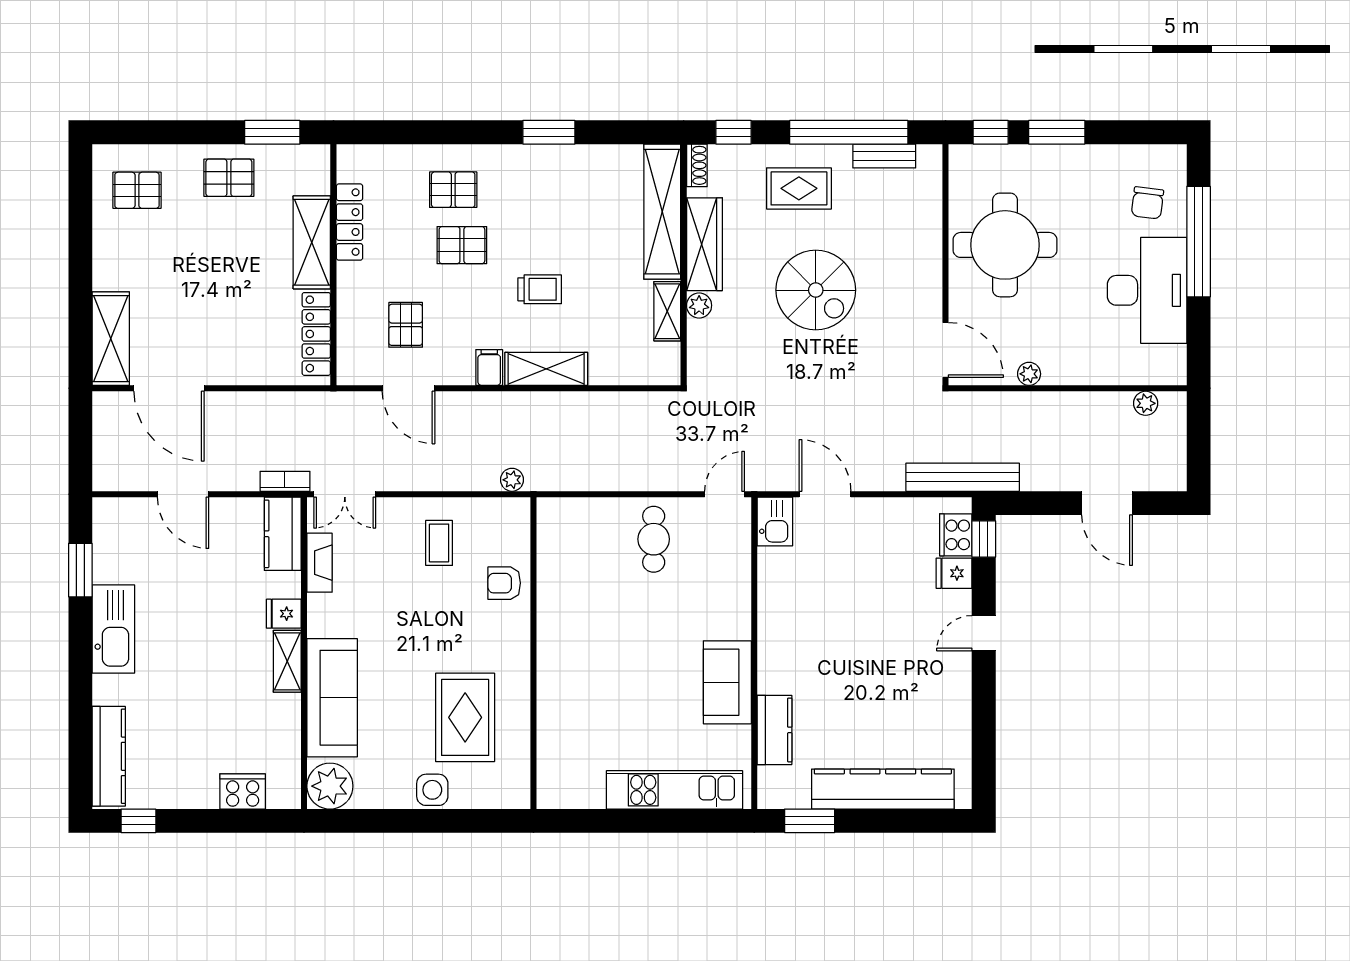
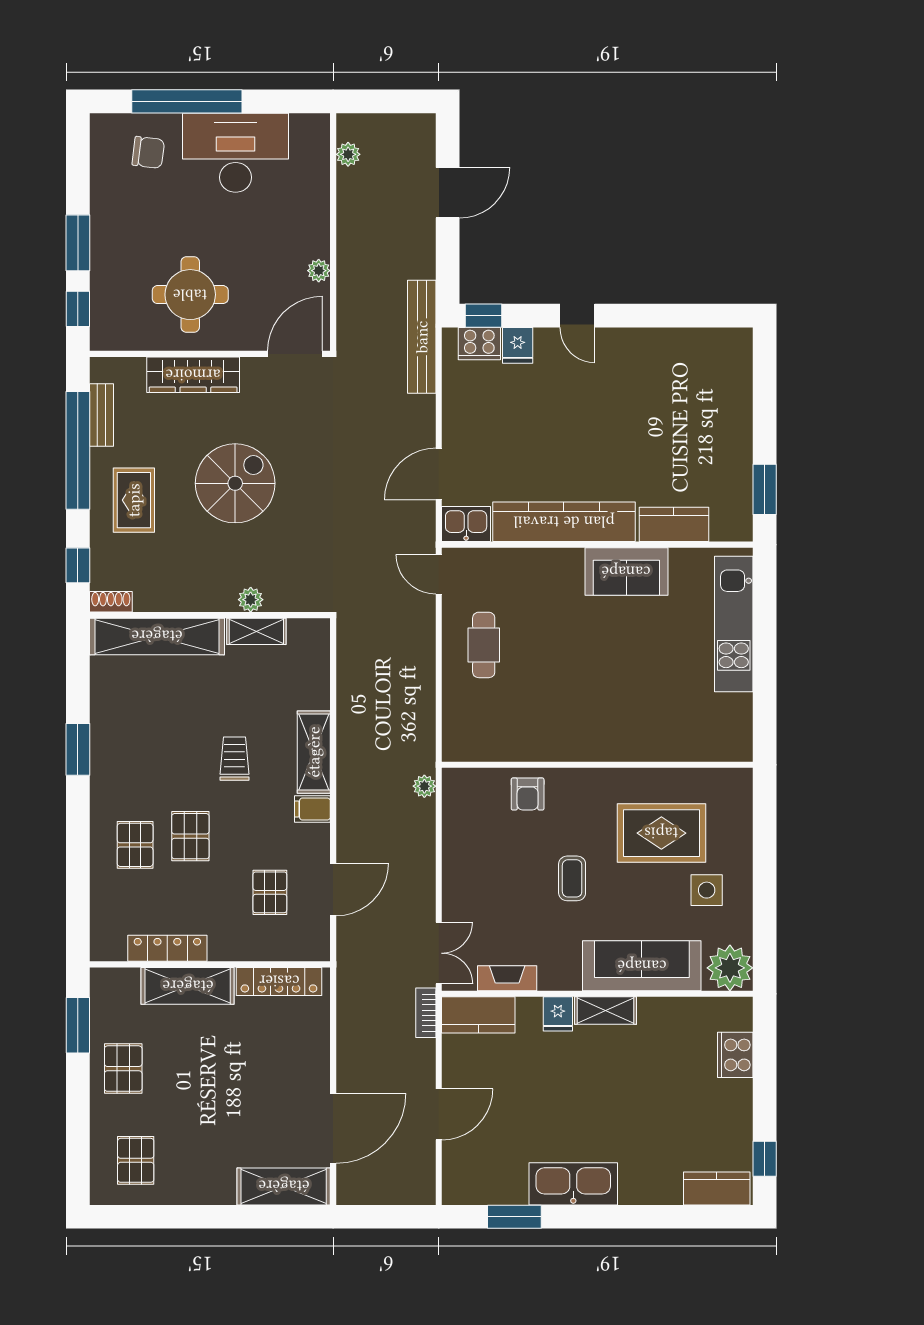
wardrobe: (704, 244) -> (193, 375), moved, turned 180
round table: (1005, 245) -> (190, 295), width x0.73, depth x0.73
pallet: (406, 325) -> (270, 892), turned 90
cafe table: (654, 539) -> (484, 645), turned 90
coffee table: (439, 543) -> (572, 878), moved, turned 90
kitchen counter: (109, 756) -> (717, 1188), width x0.67
kitchen counter: (883, 789) -> (564, 522), moved, turned 90
side table: (432, 790) -> (707, 890), moved

